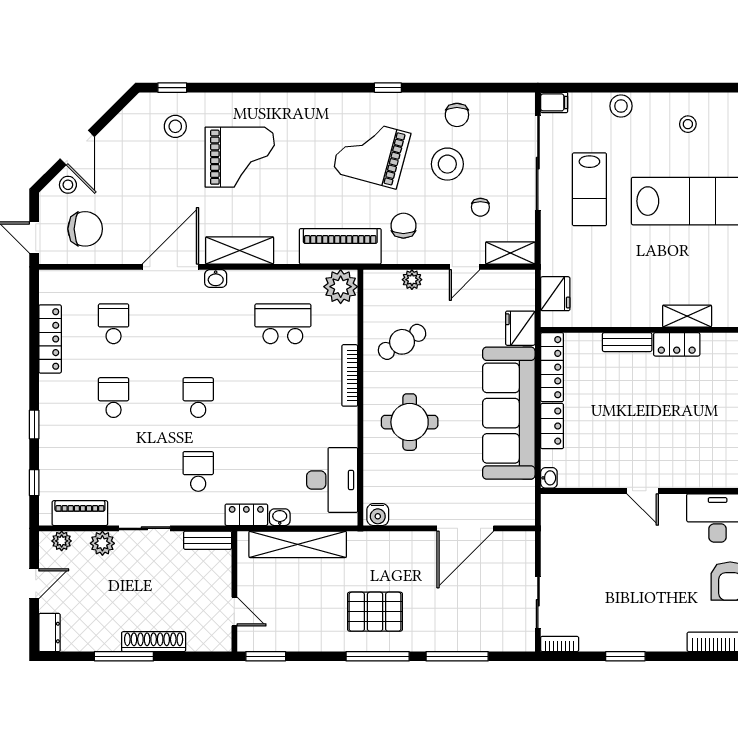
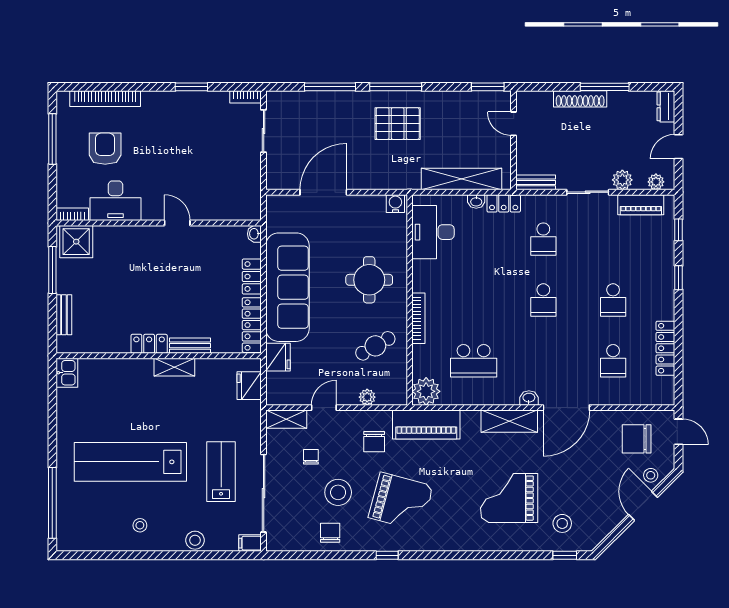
shelving: (687, 316) -> (174, 367), moved

